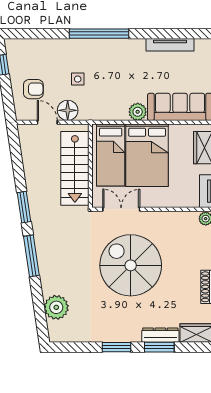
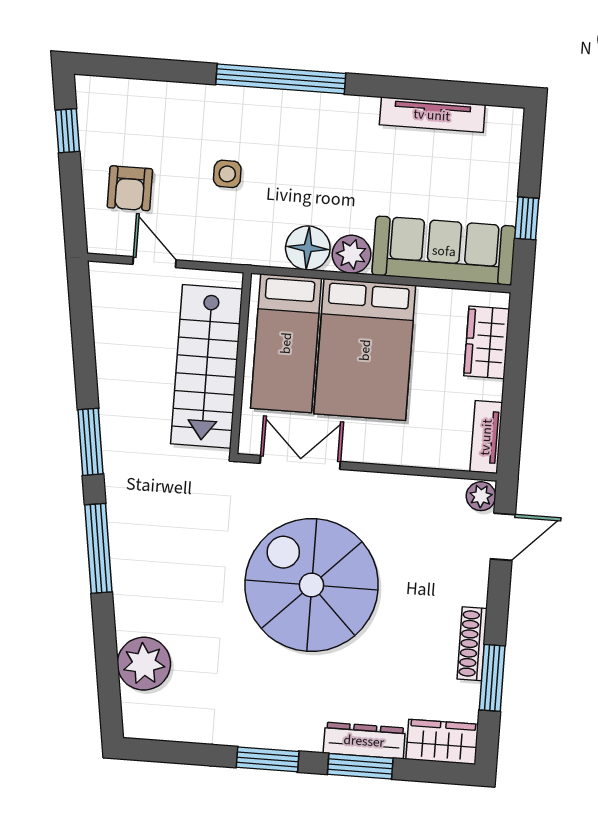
armchair: (33, 89) -> (130, 188), turned 90
floor lamp: (68, 110) -> (308, 248), moved

